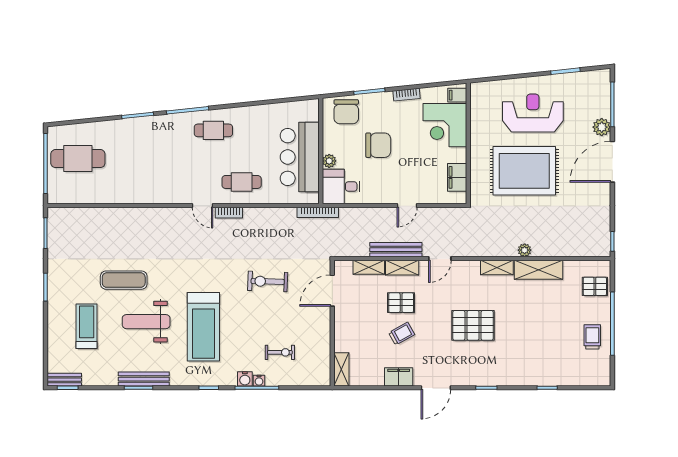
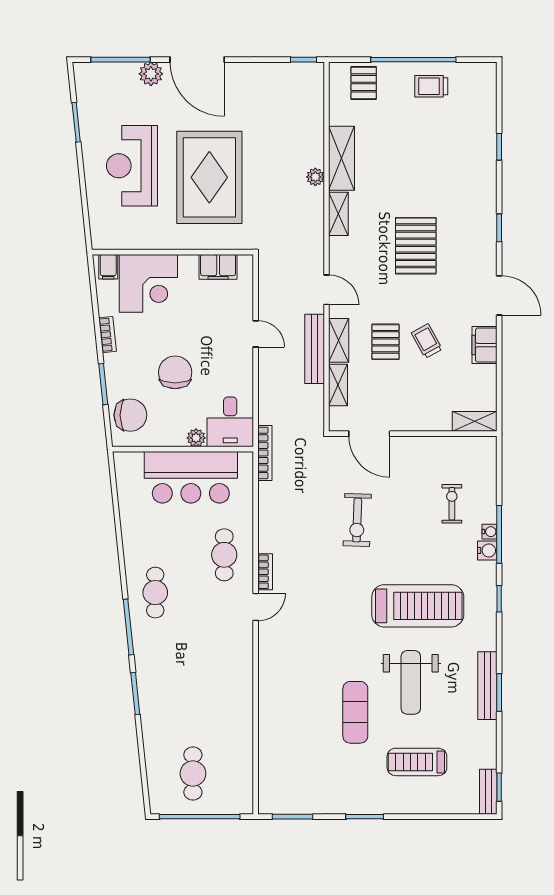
cafe table: (78, 159) -> (193, 774), width x0.73, depth x0.74

